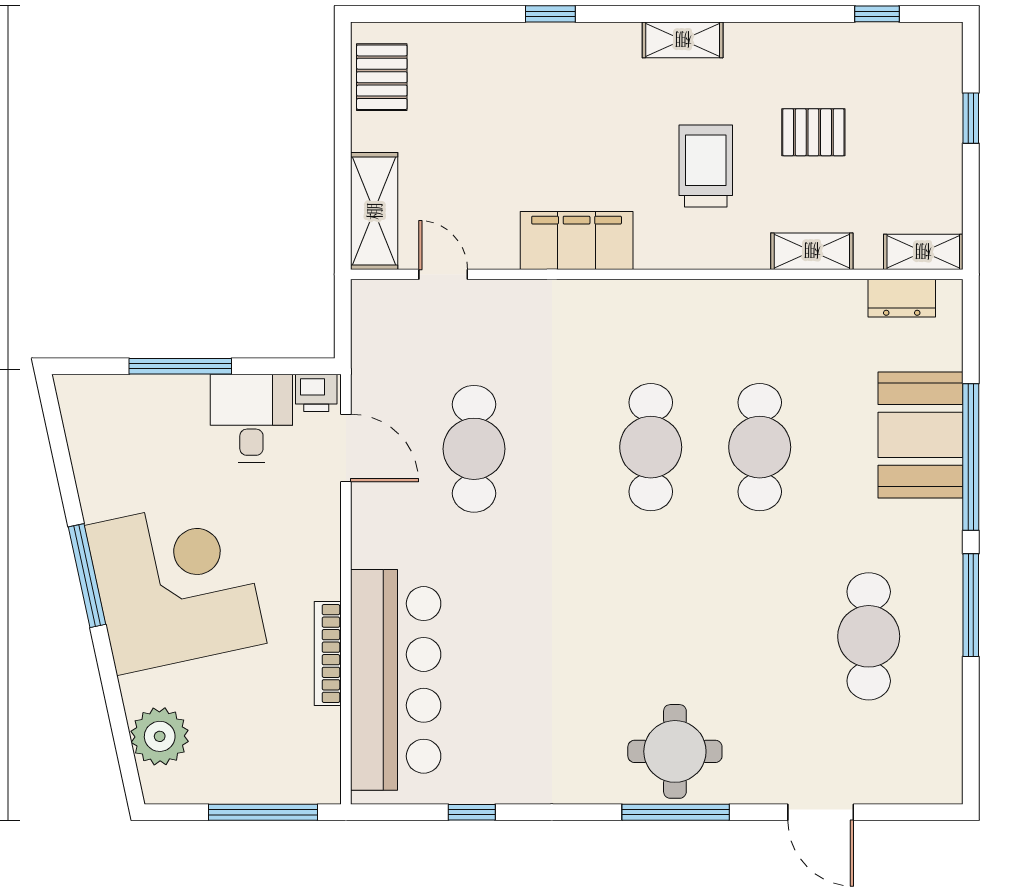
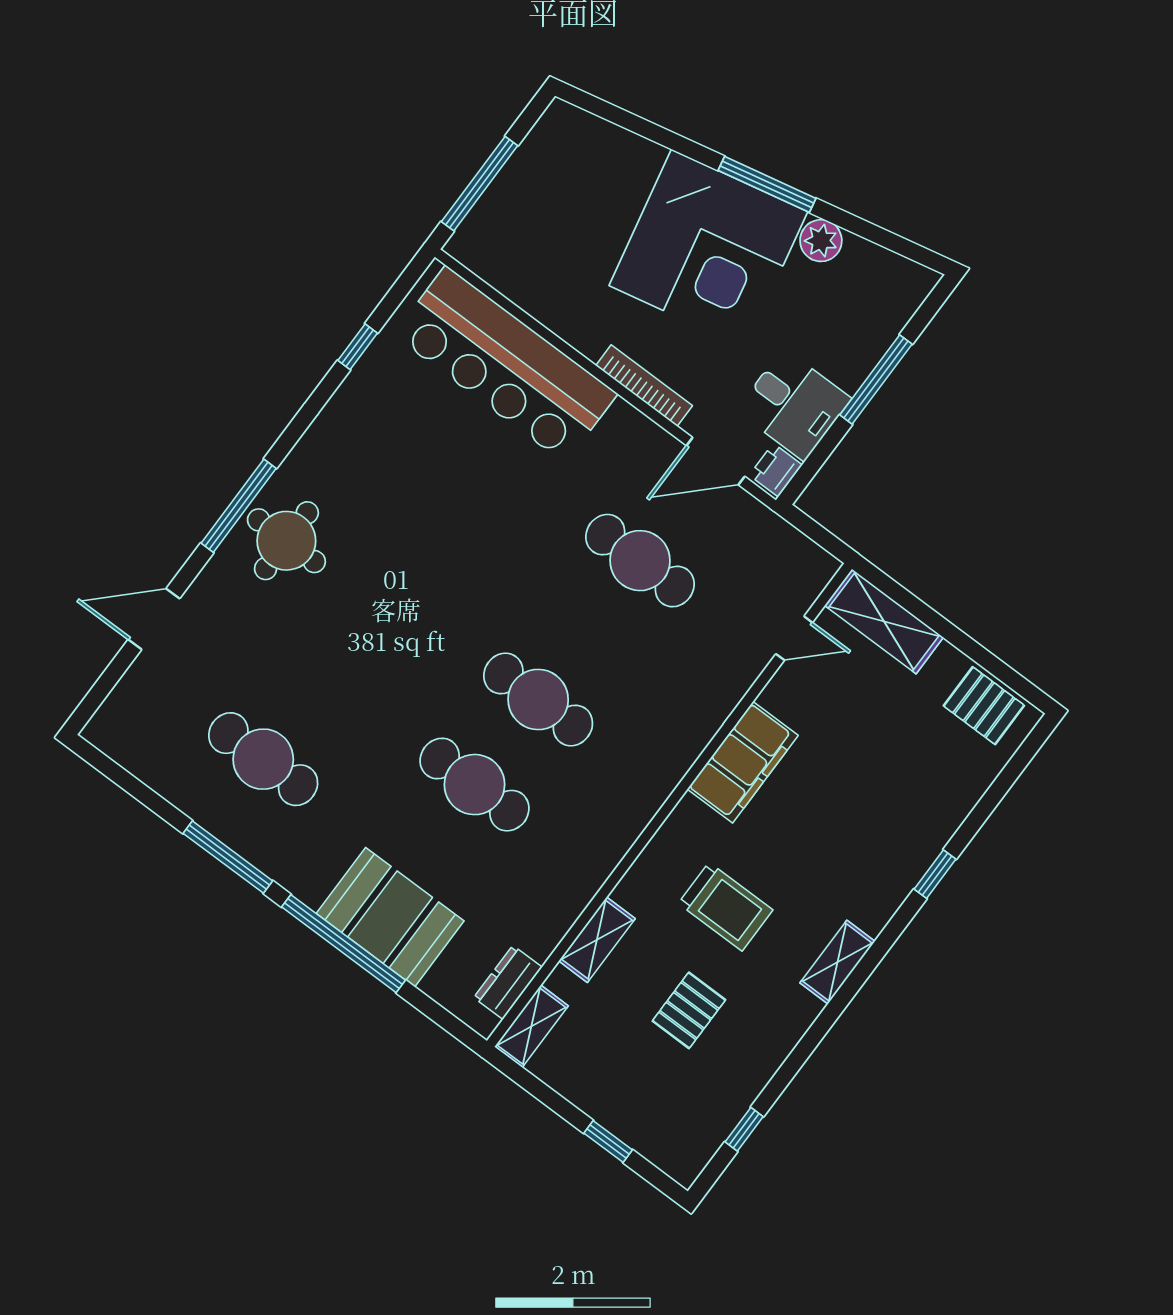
bookcase: (328, 653) -> (644, 386), moved
plant: (160, 736) -> (821, 241), moved, width x0.73, depth x0.73

